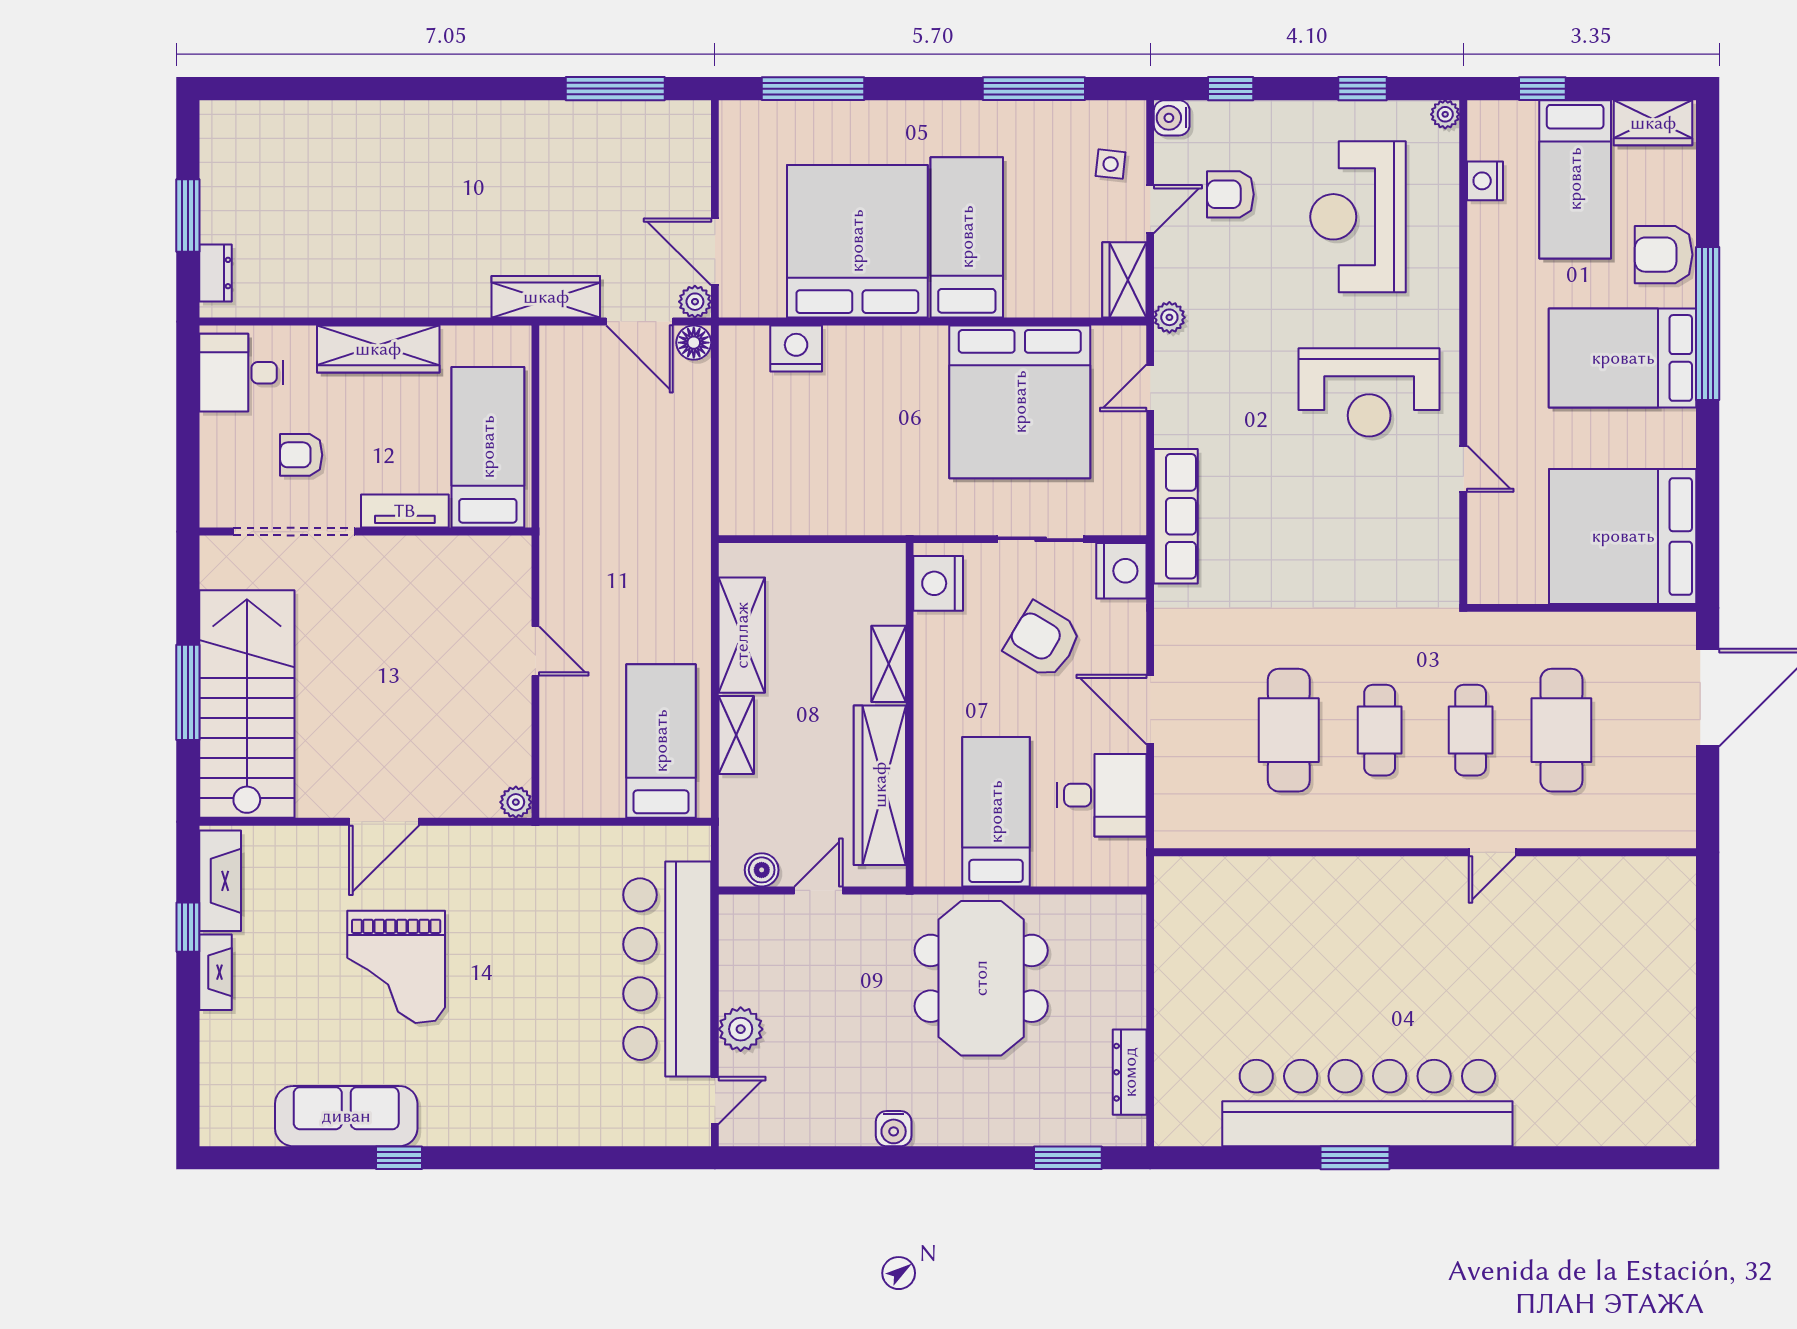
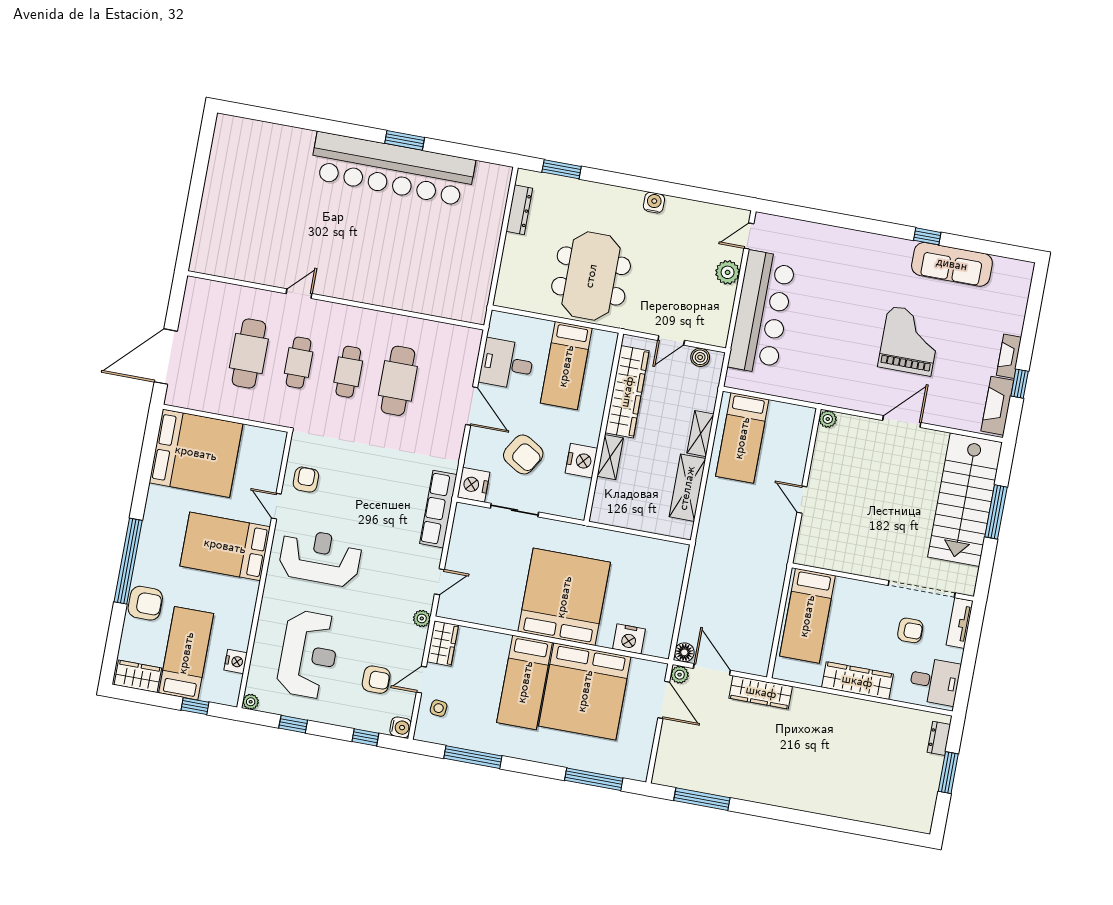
bed: (1623, 358) -> (225, 546), moved, turned 180
bed: (1020, 402) -> (564, 597), moved
tv unit: (405, 511) -> (960, 623), moved, turned 90
armchair: (1420, 526) -> (306, 480), added
nightstand: (938, 583) -> (581, 461), moved

